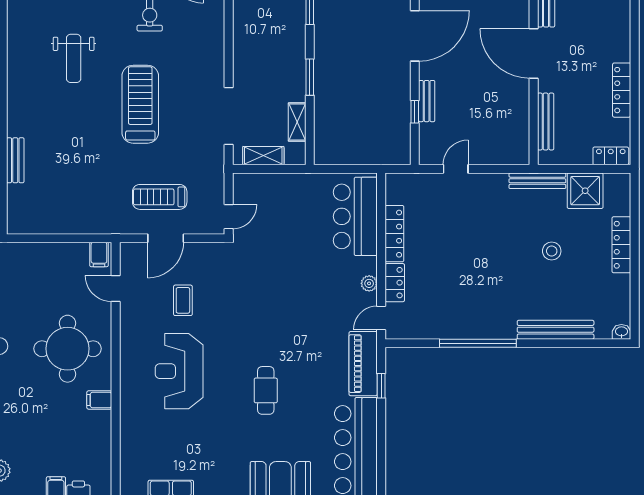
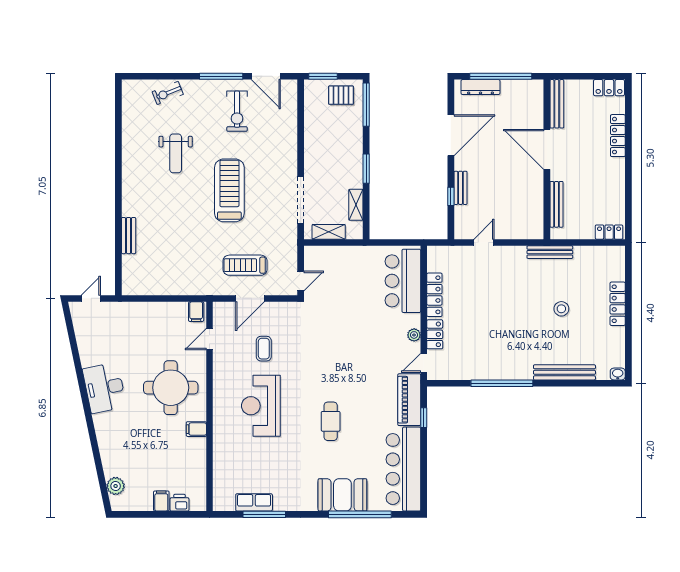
locker: (622, 90) -> (618, 136), moved
shower: (585, 191) -> (588, 260), removed
door: (116, 289) -> (209, 339), hinge flipped

